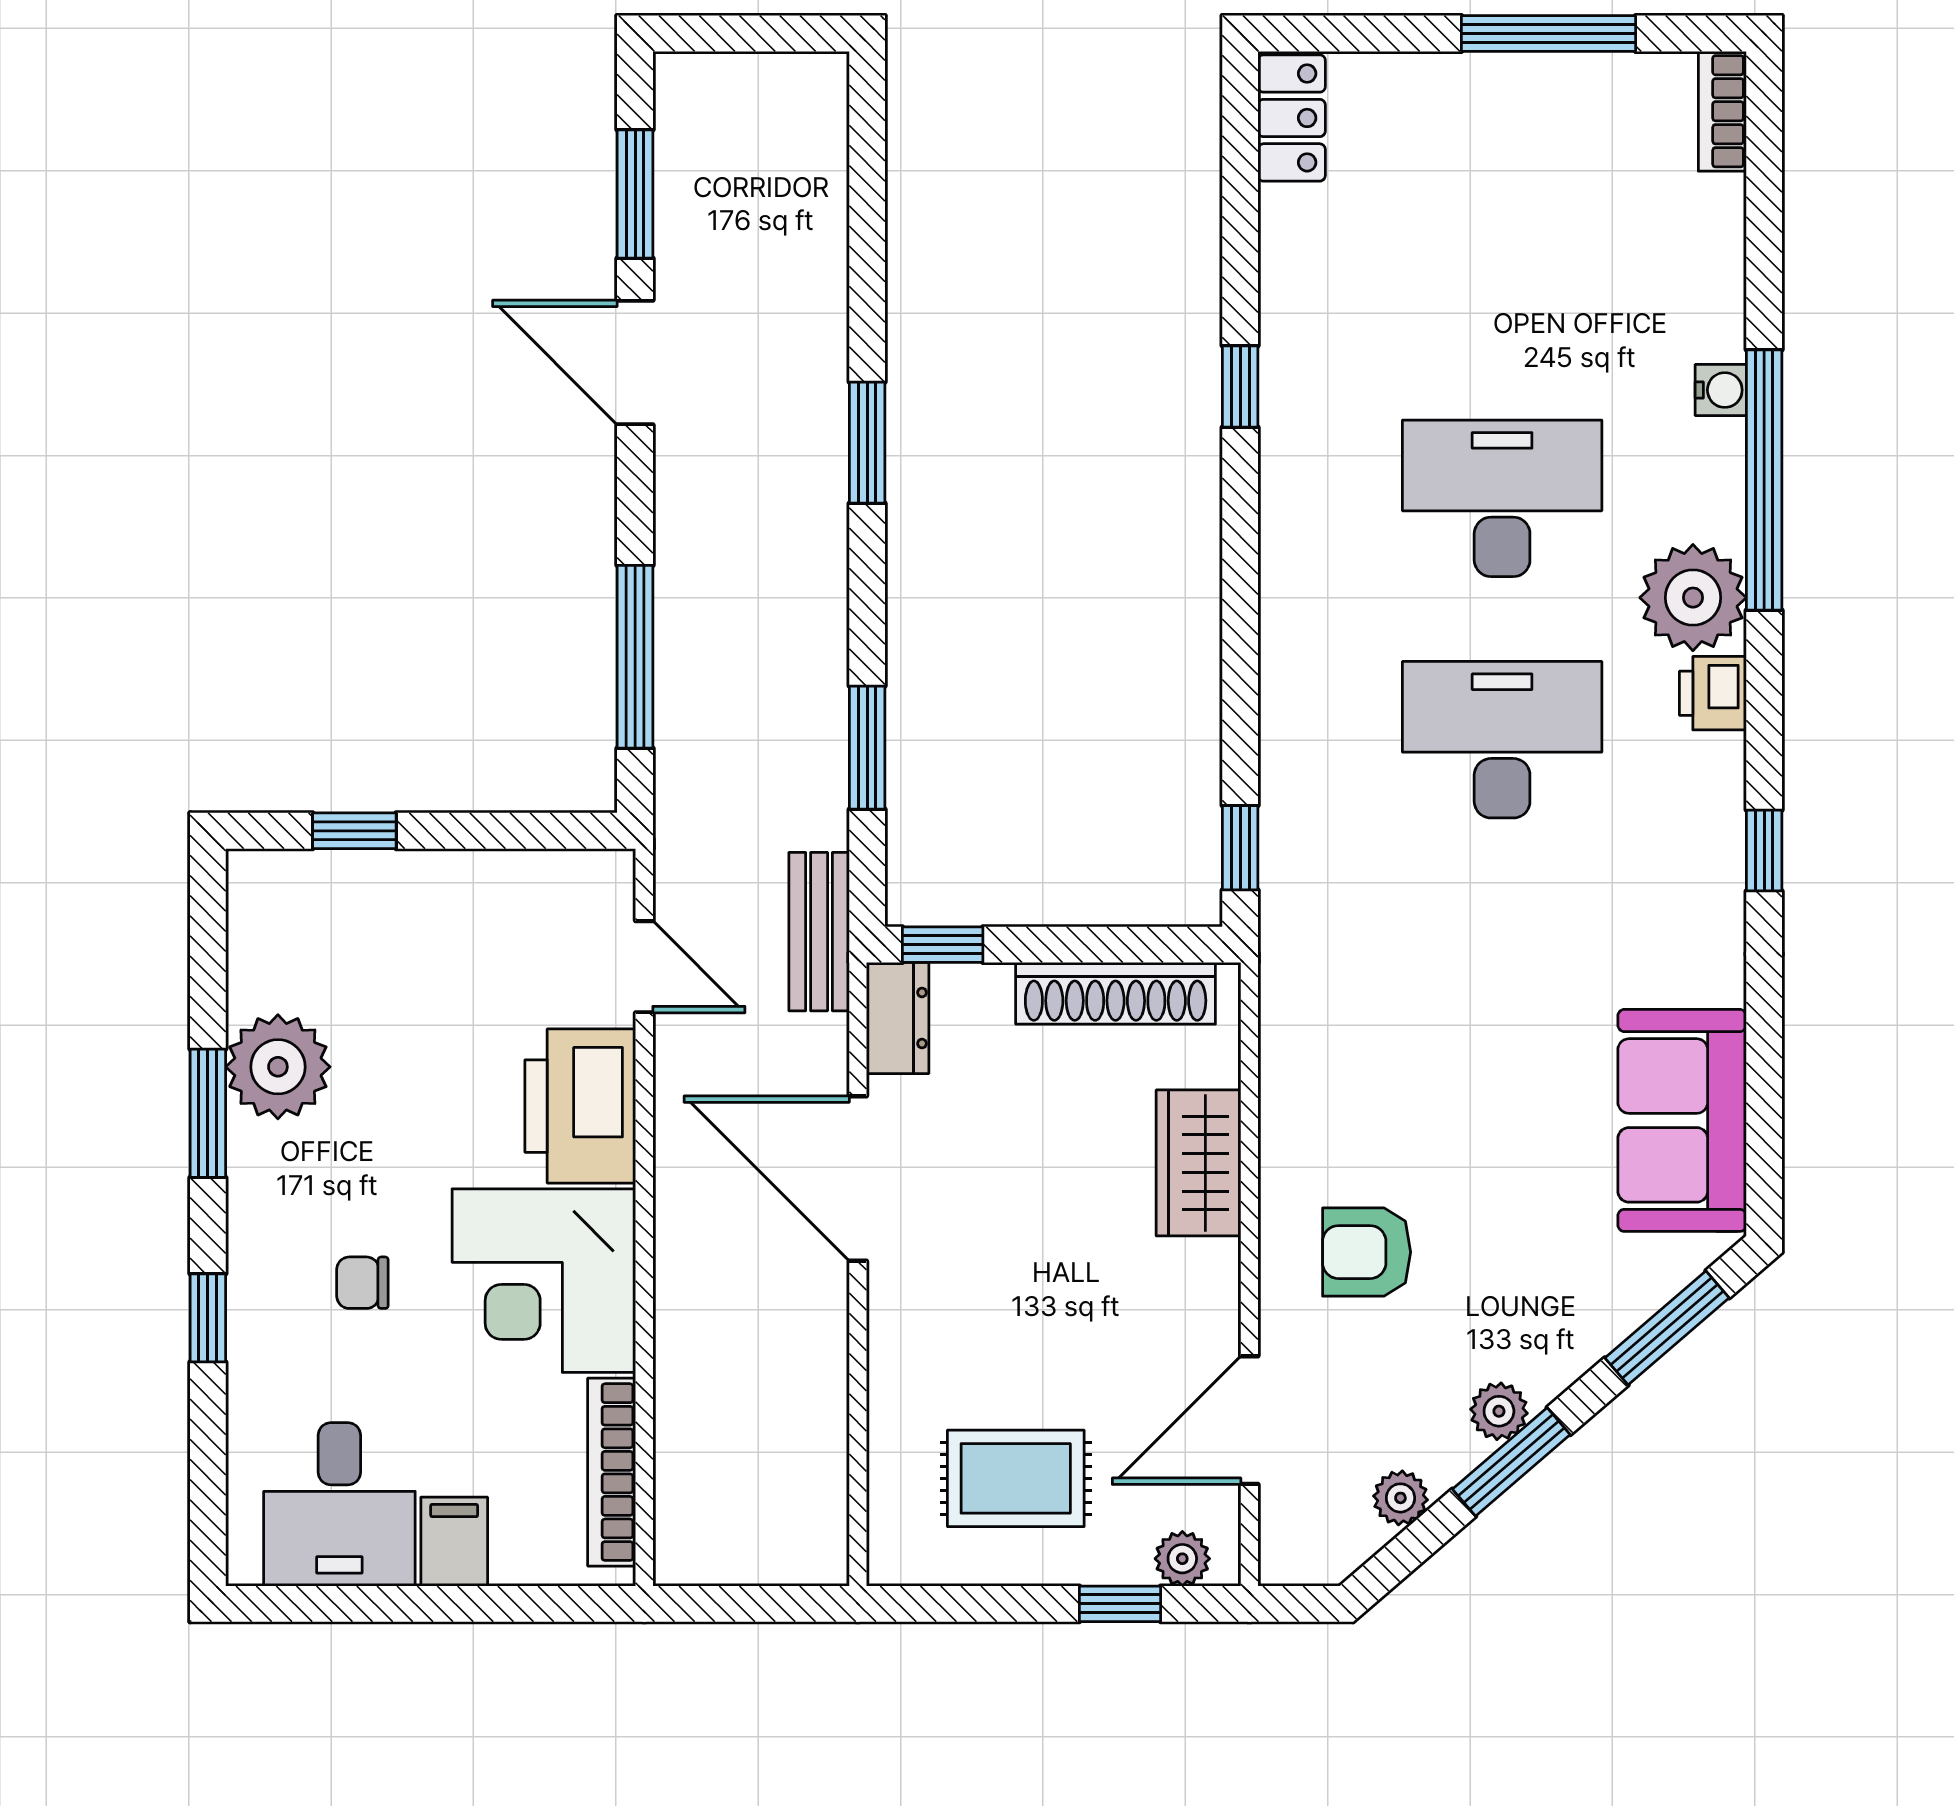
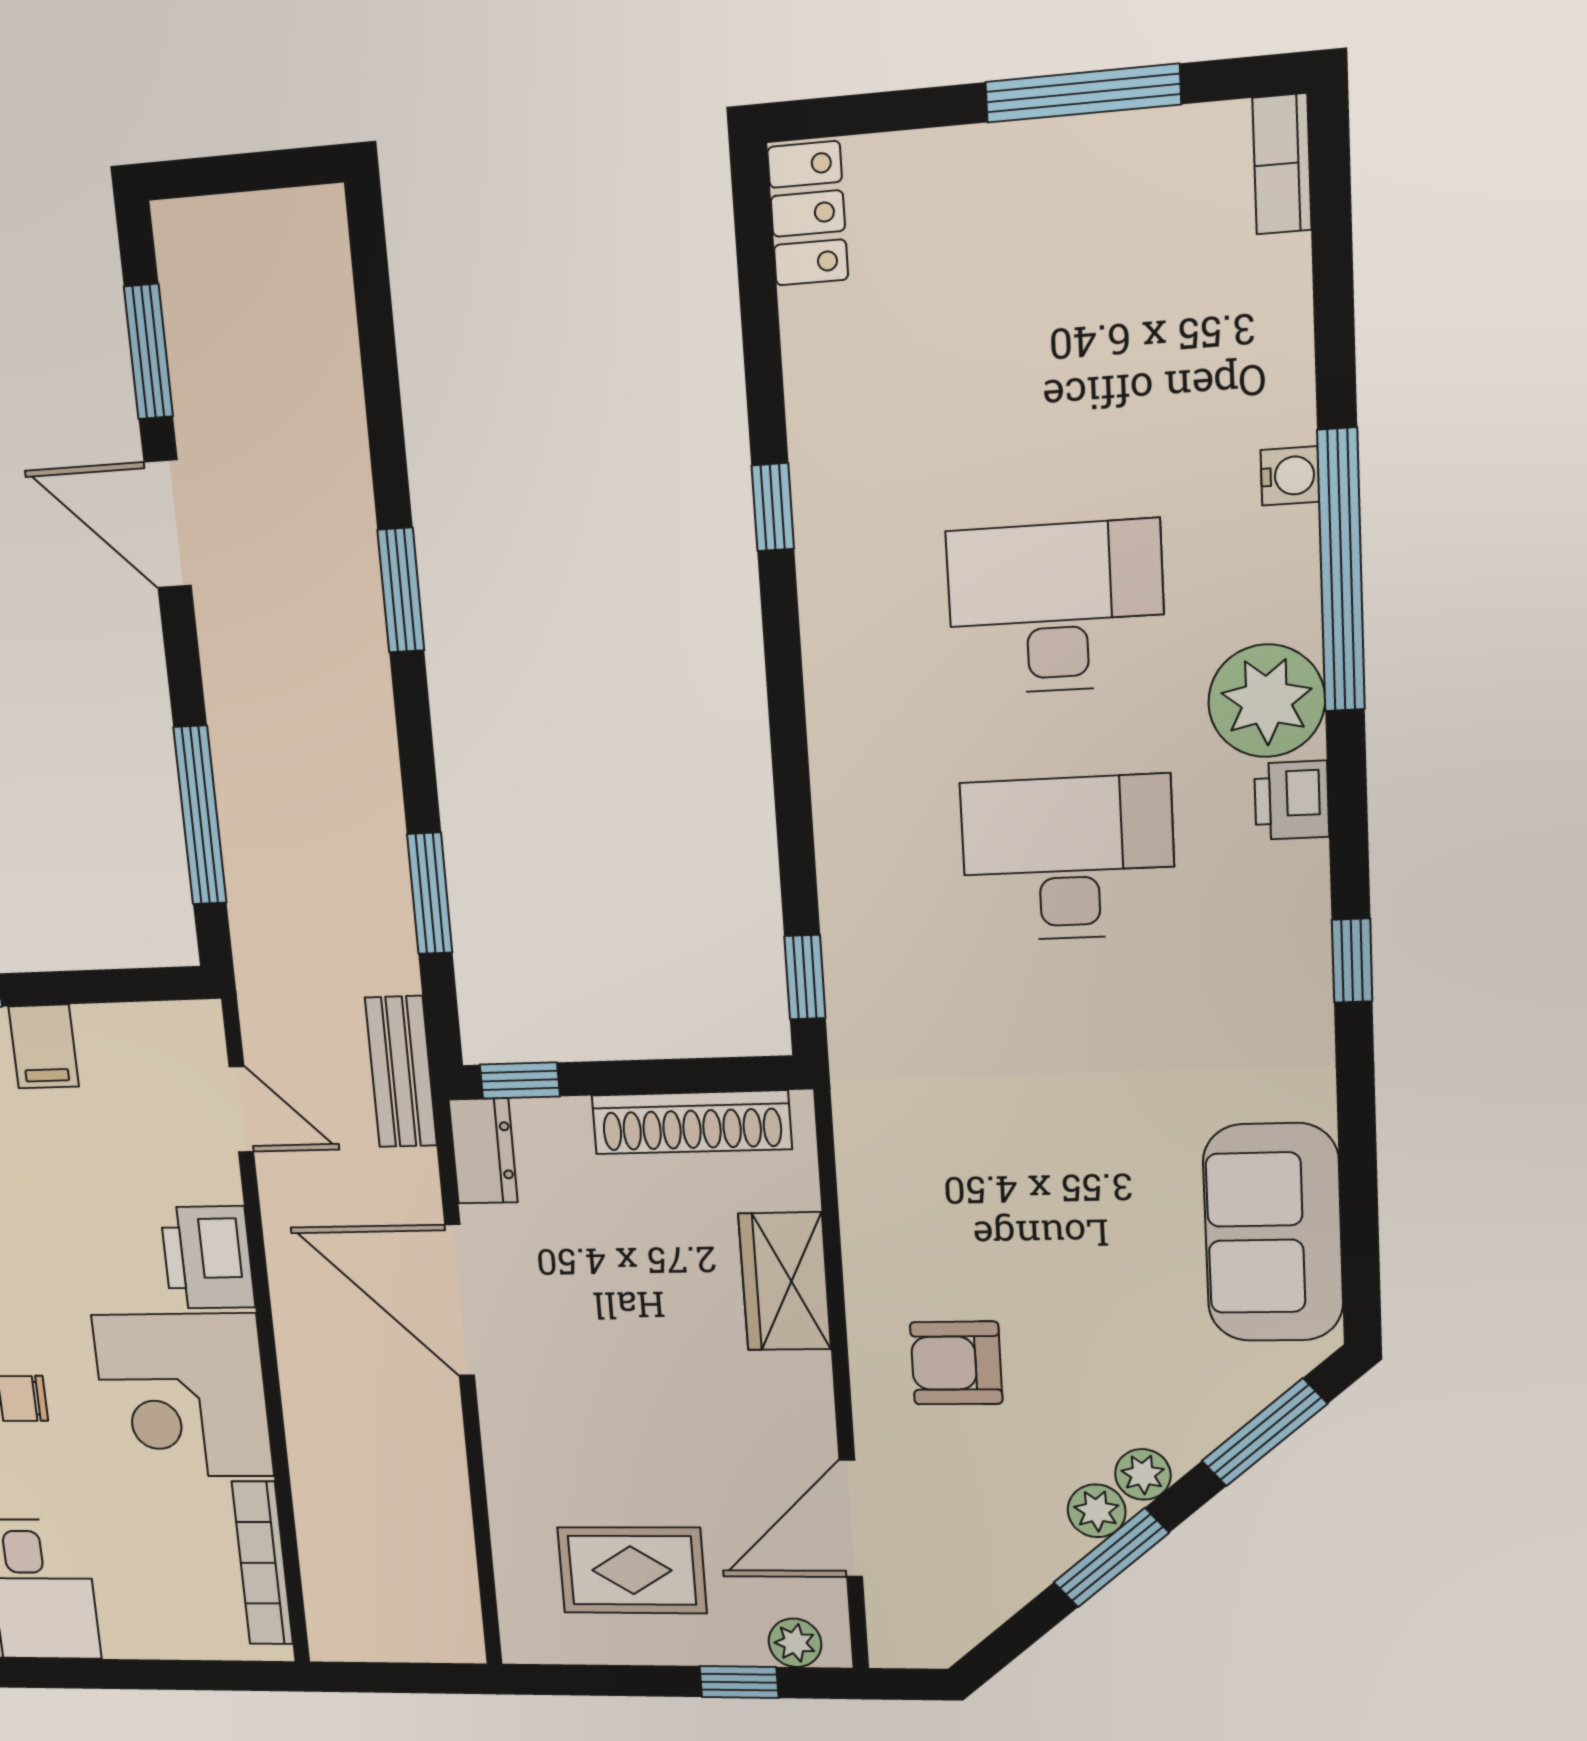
printer: (580, 1106) -> (208, 1257), width x0.73, depth x0.84
plant: (1400, 1498) -> (1143, 1474), moved
filing cabinet: (454, 1542) -> (44, 1047), moved, turned 180

